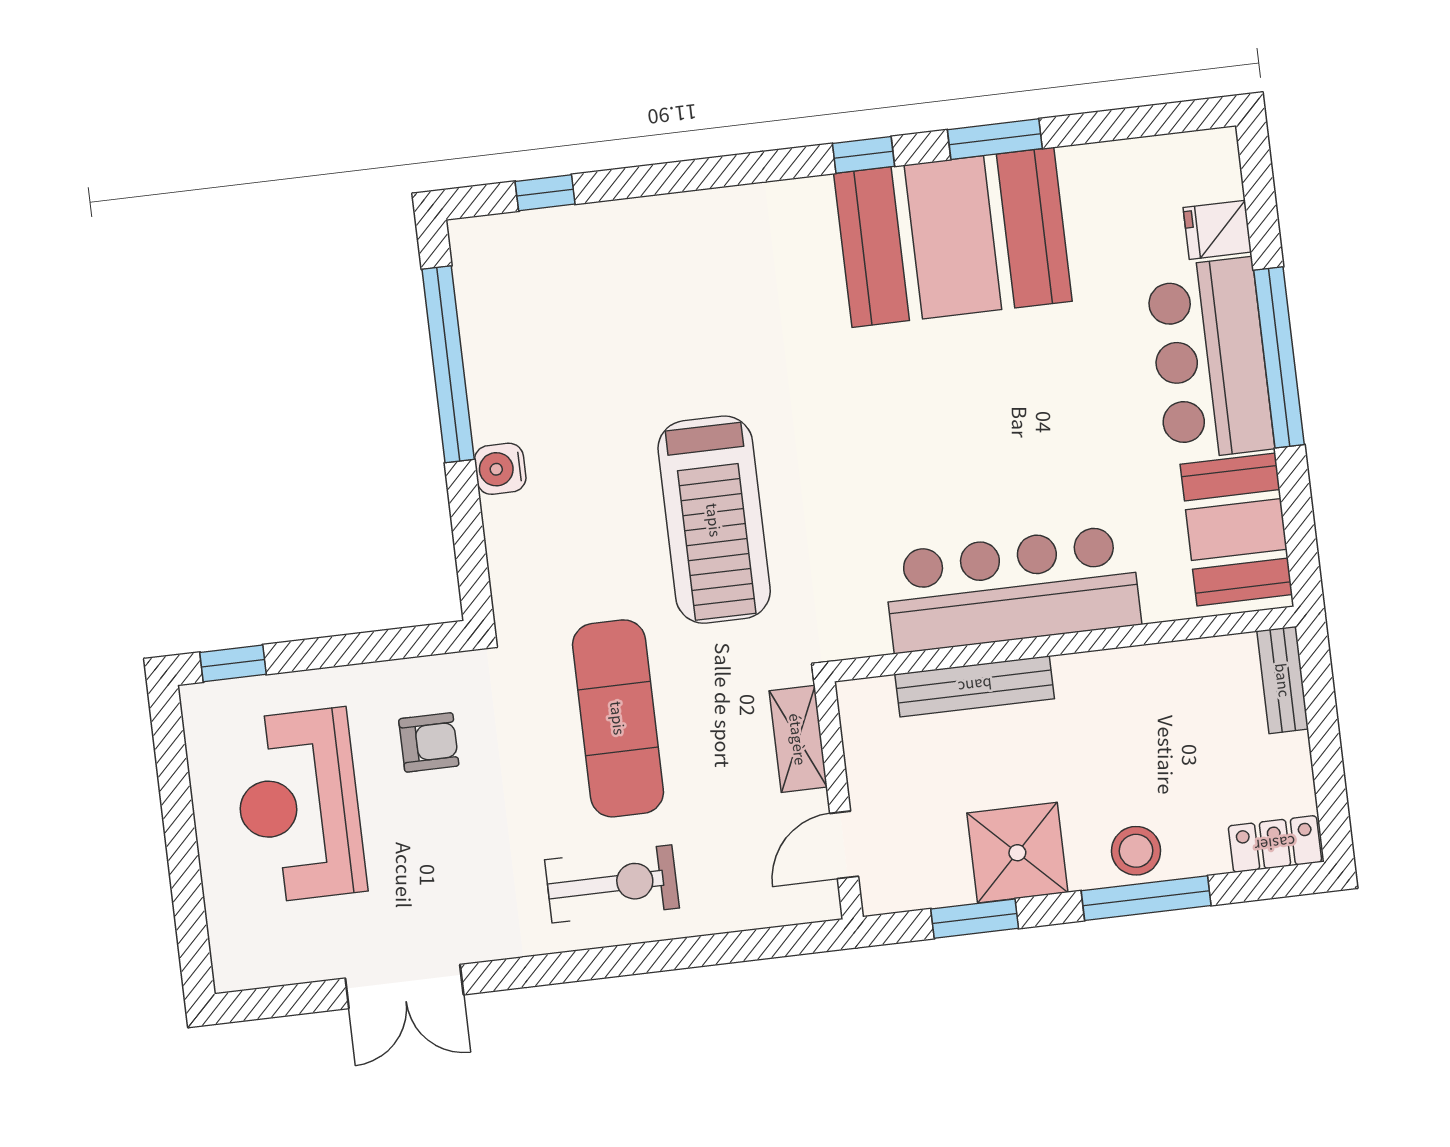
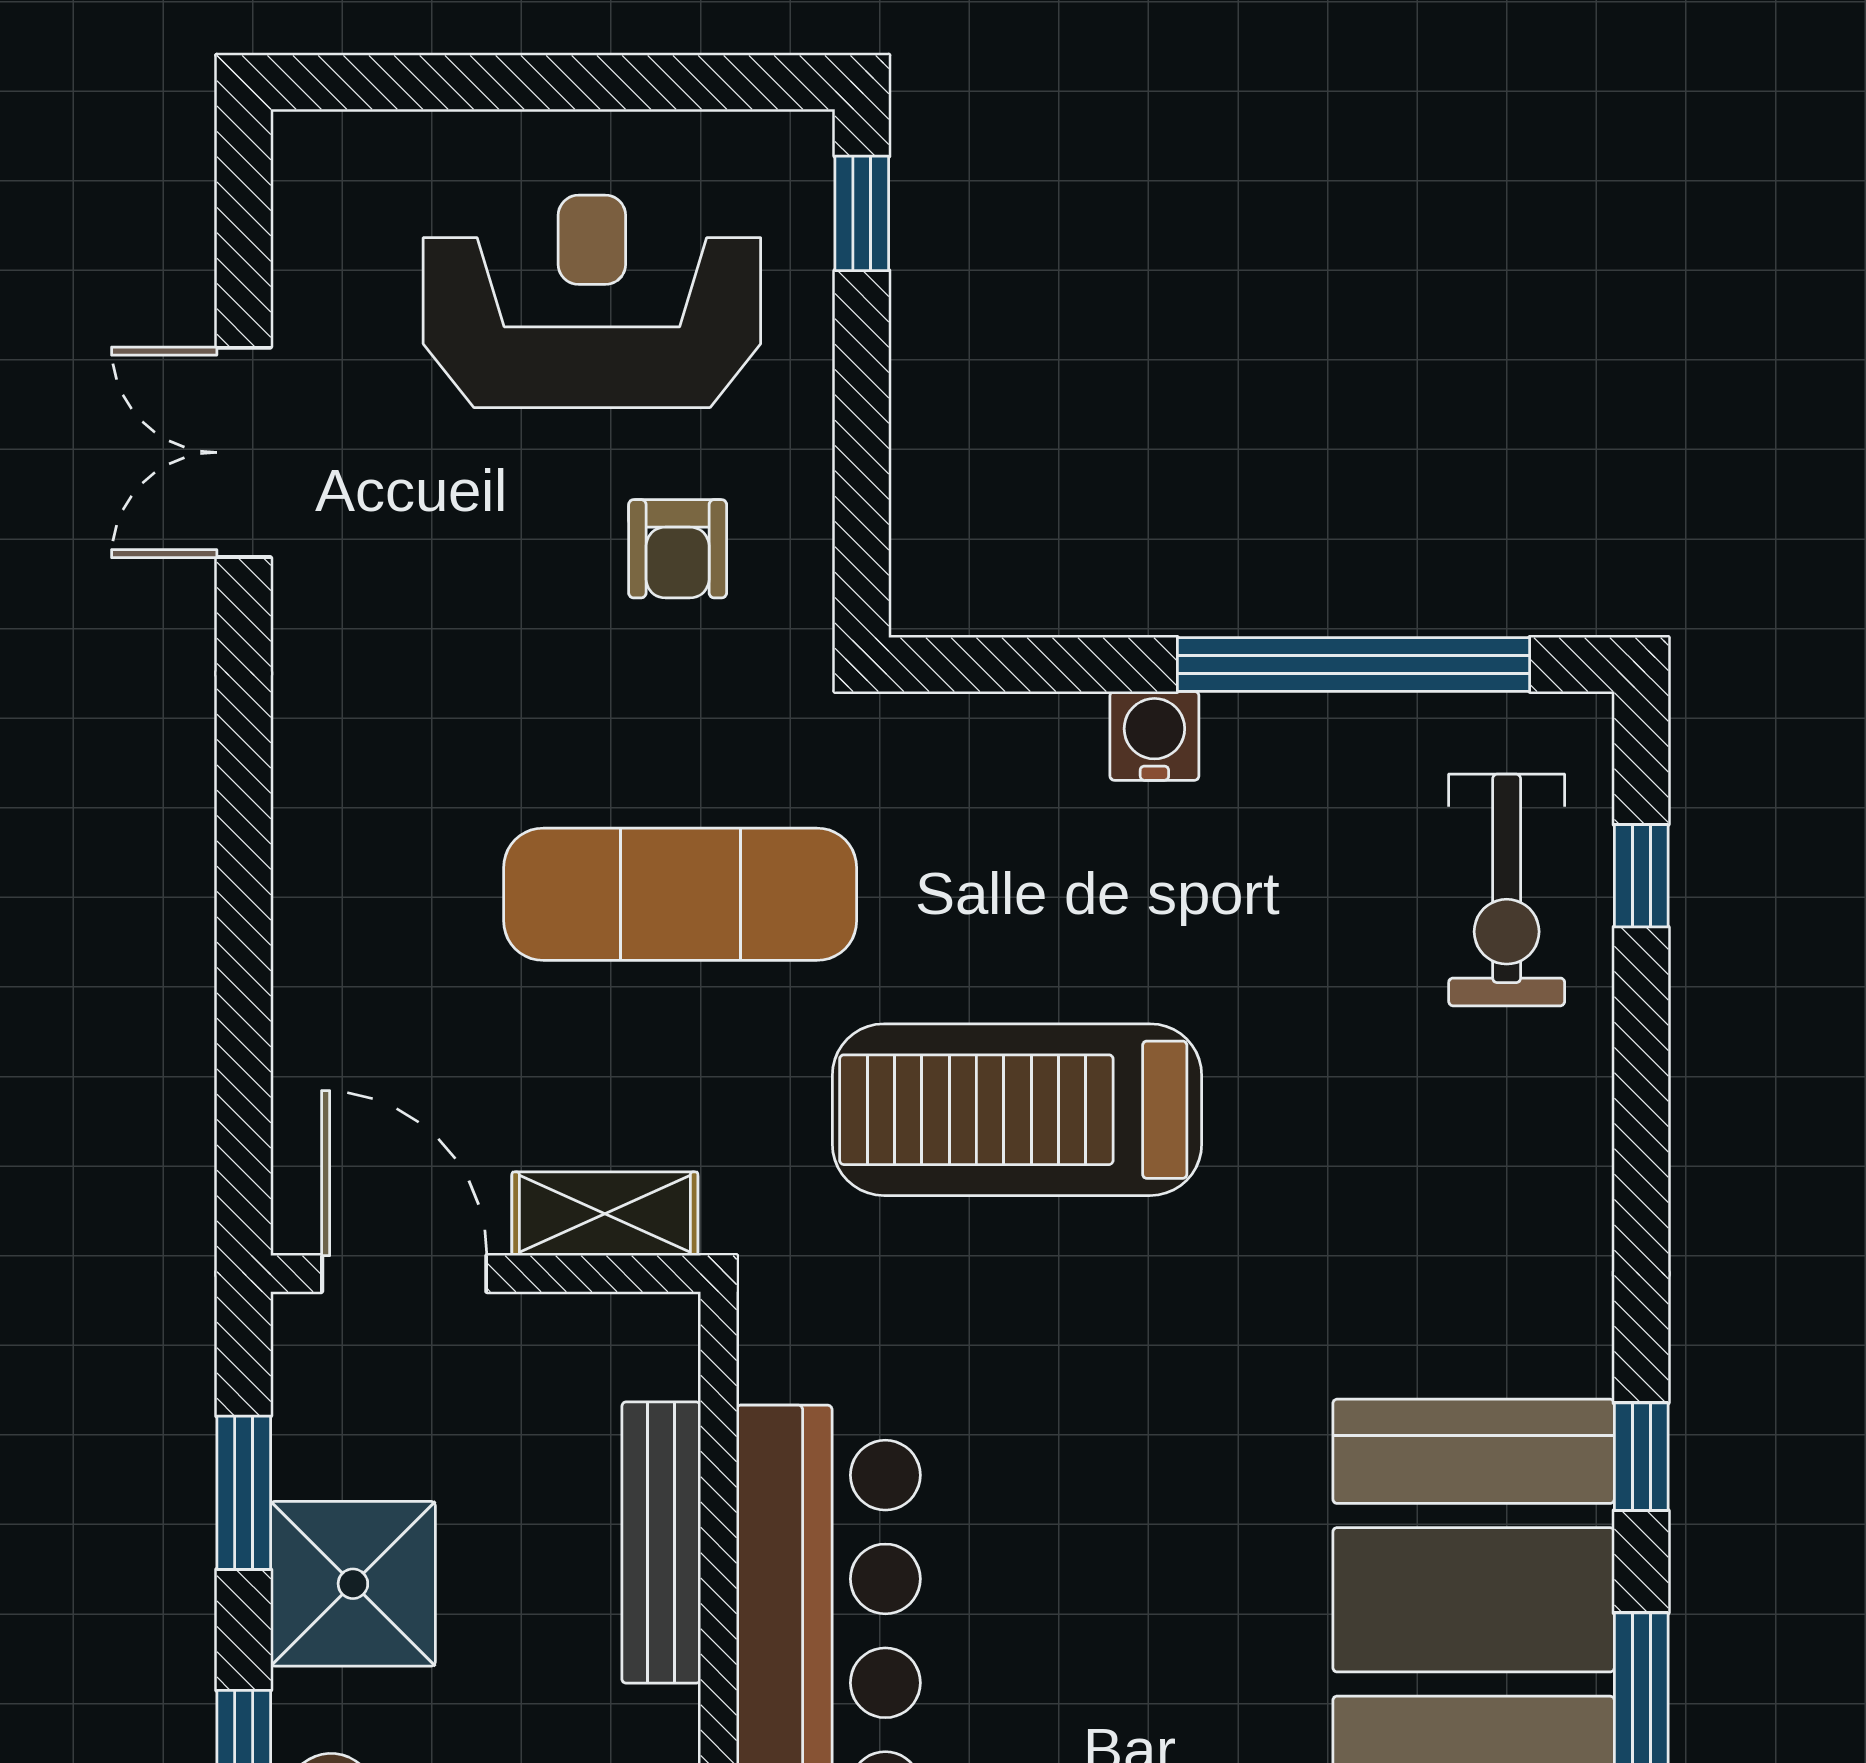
door: (844, 845) -> (404, 1274), width x1.38
exercise bike: (612, 884) -> (1507, 890), moved

